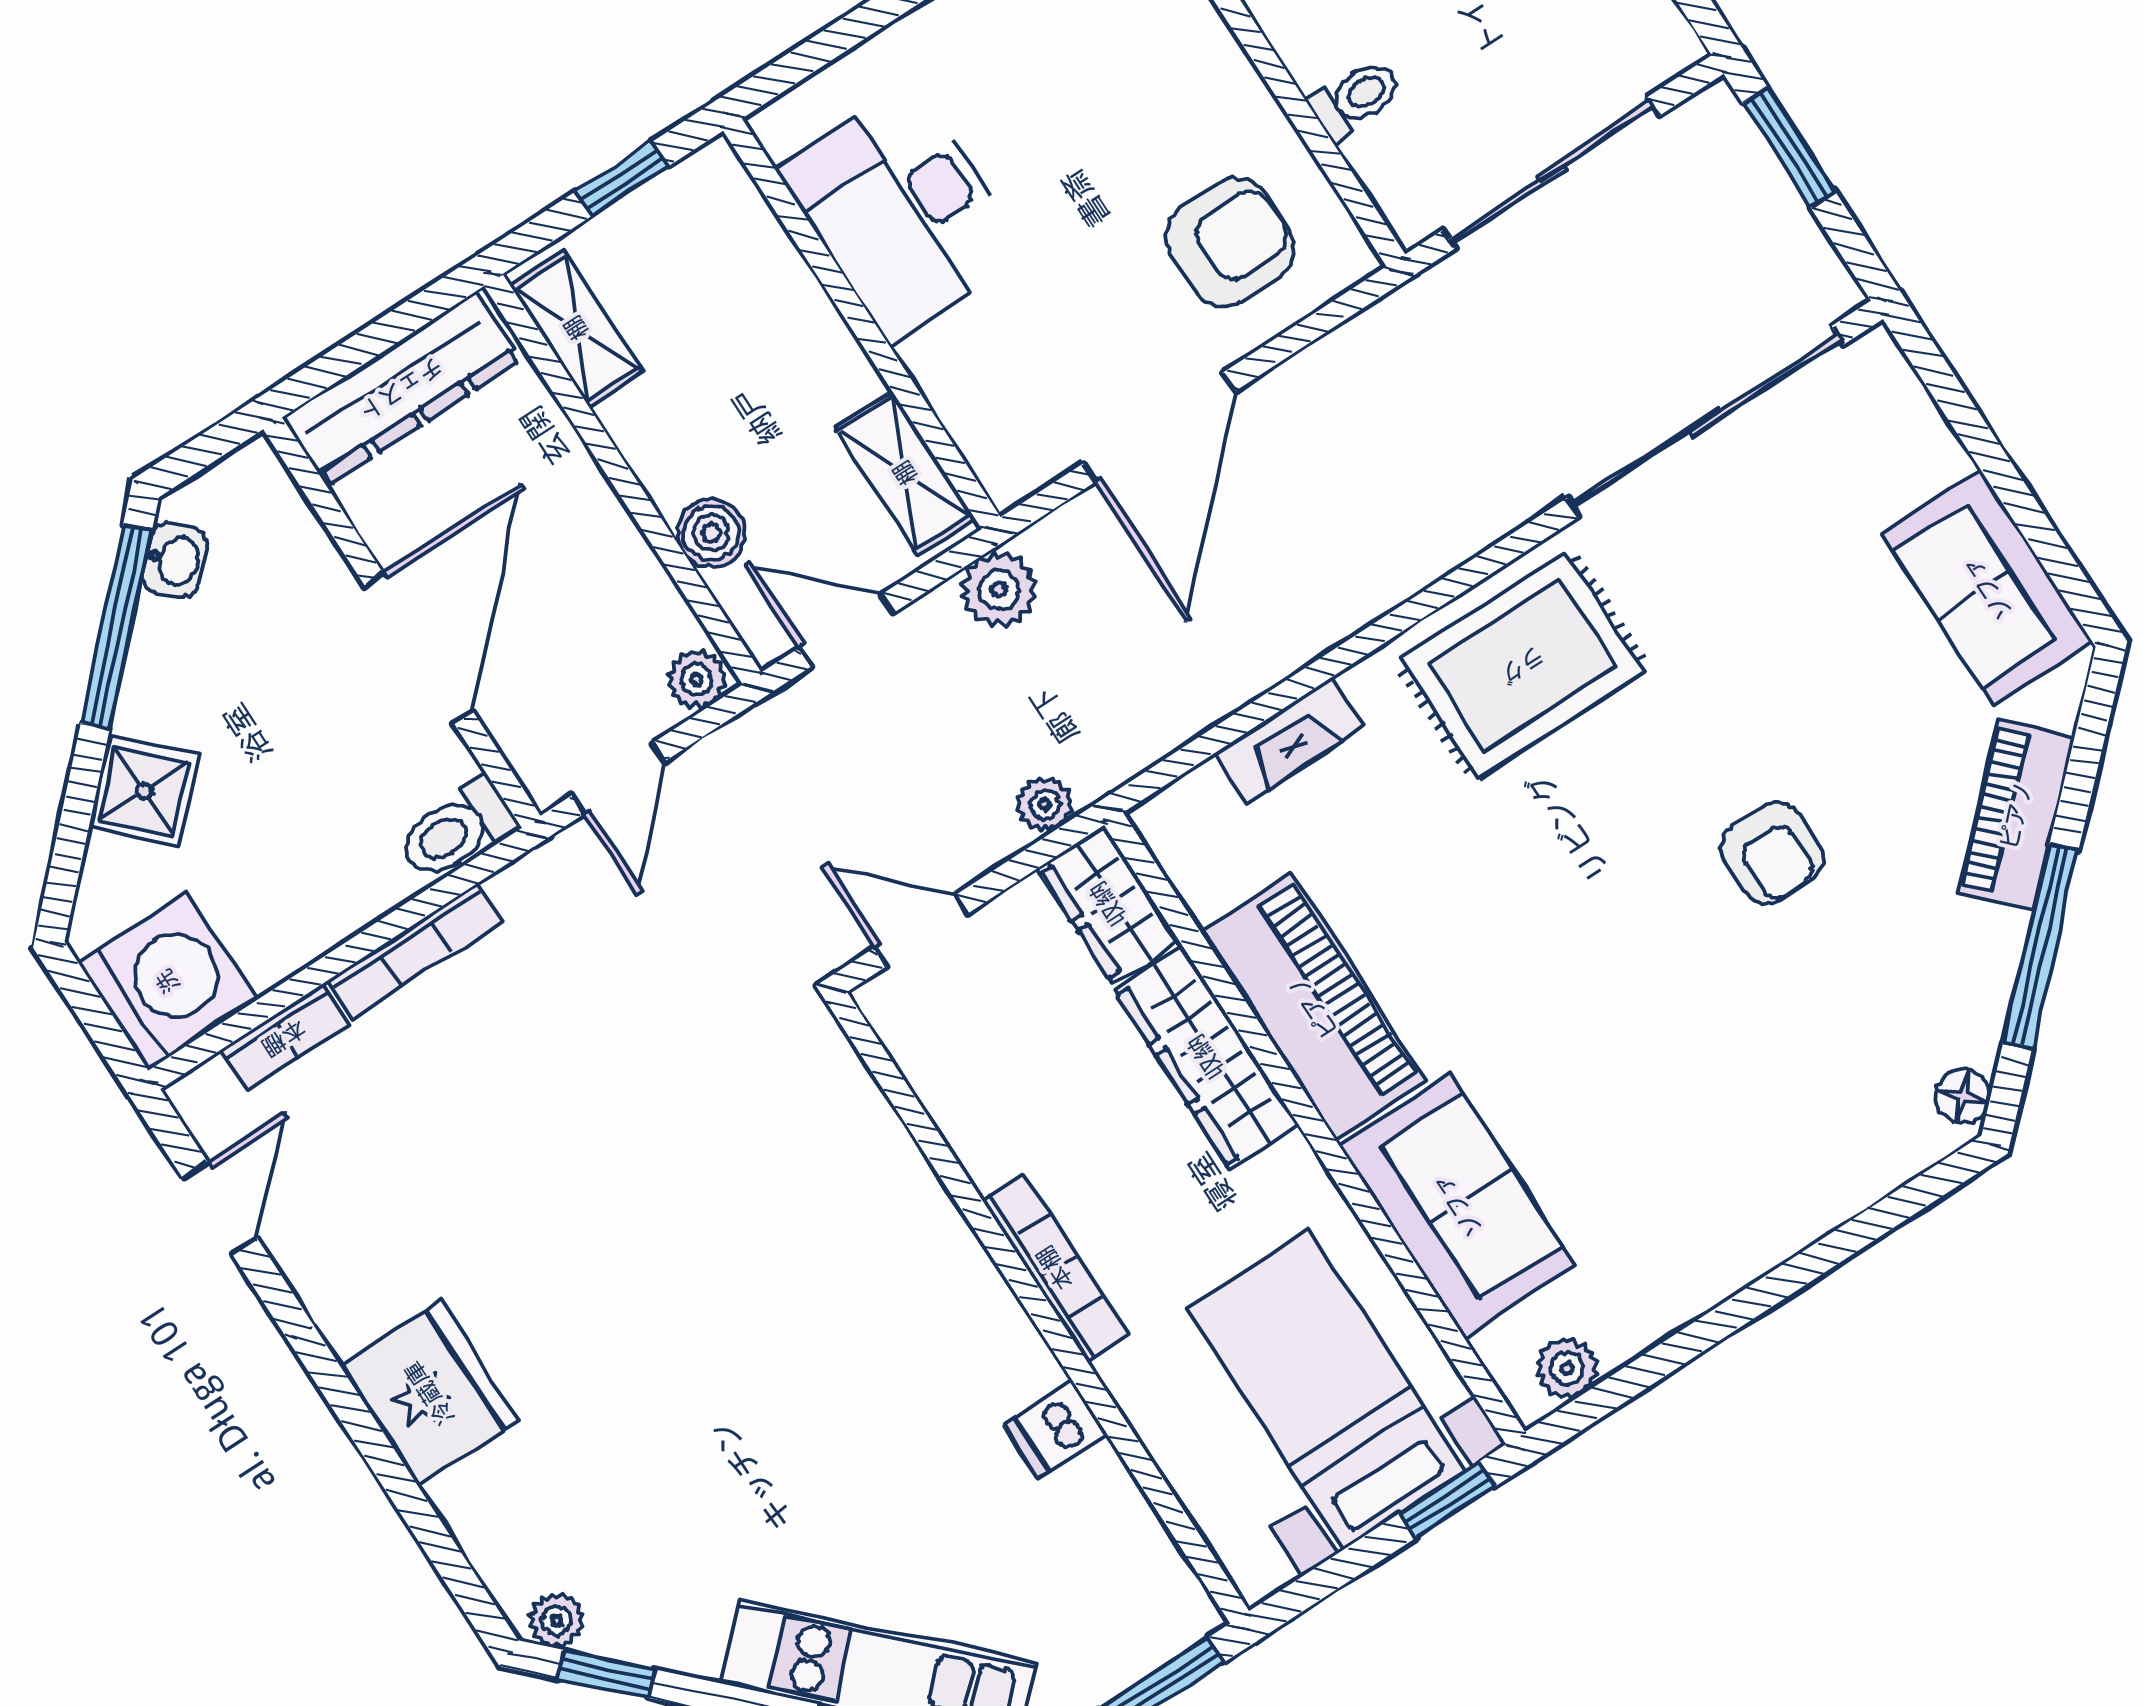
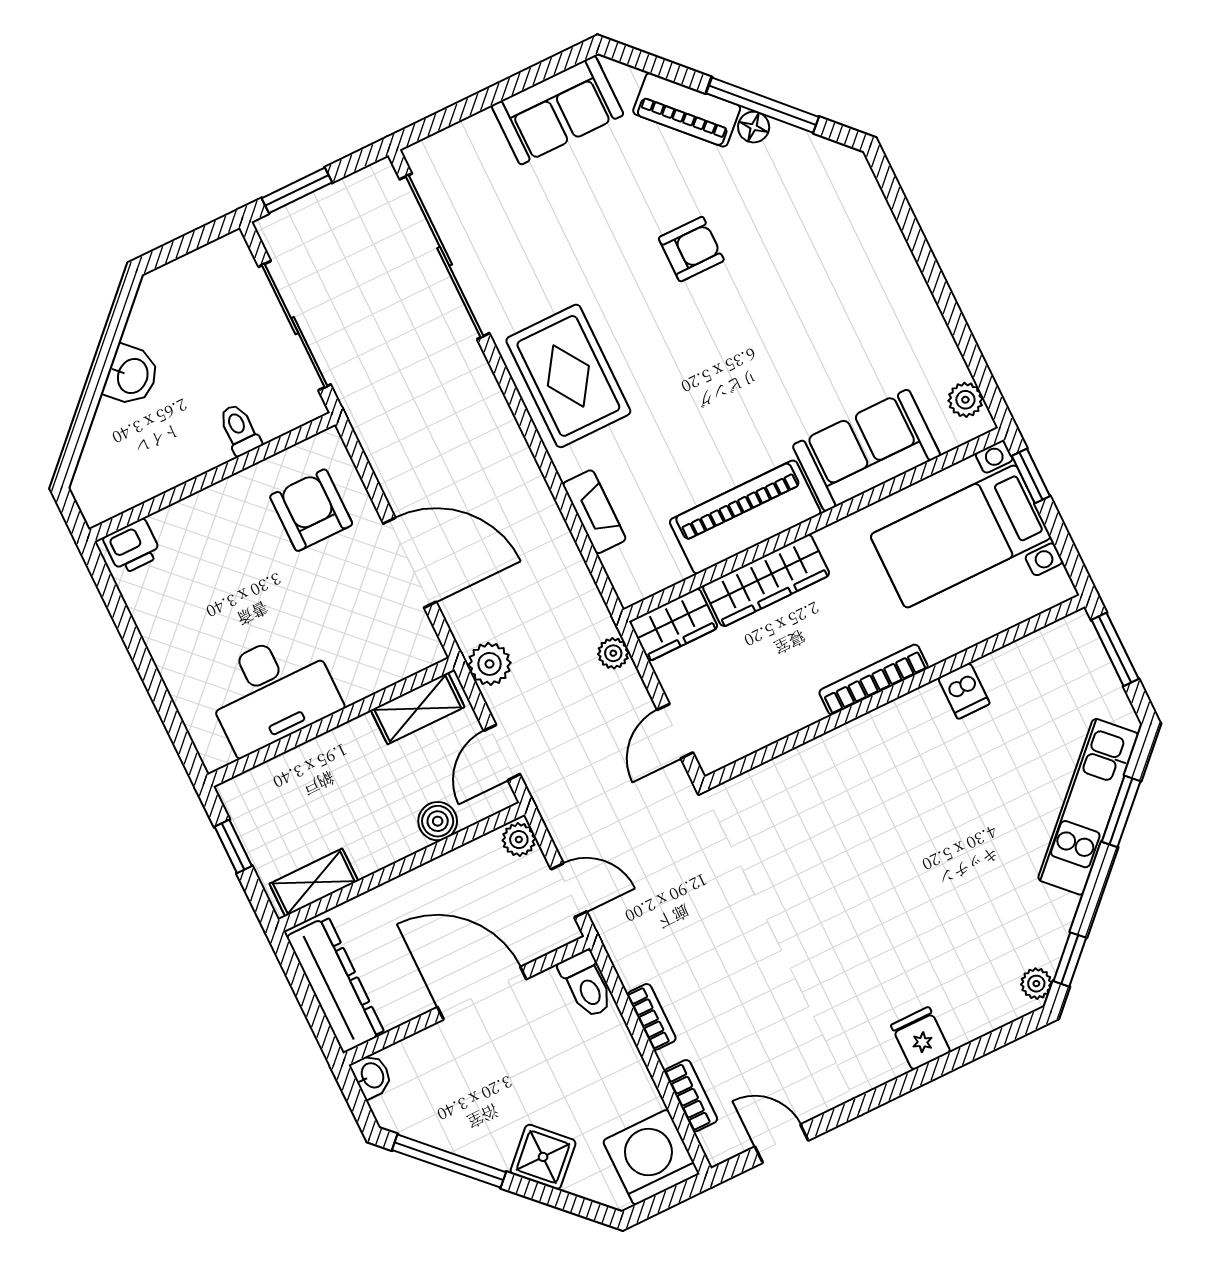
washbasin: (175, 560) -> (372, 1076), moved, turned 45
bookcase: (414, 951) -> (651, 1017), width x0.64
floor lamp: (1963, 1096) -> (754, 127), moved
fridge: (429, 1393) -> (921, 1039), width x0.53, depth x0.75

